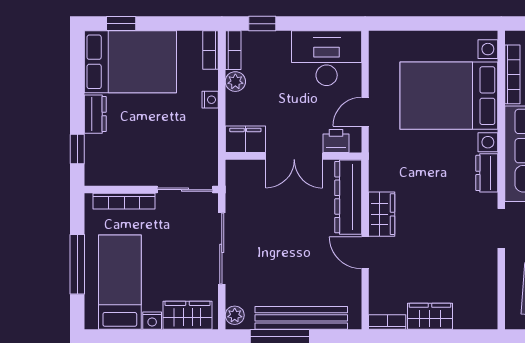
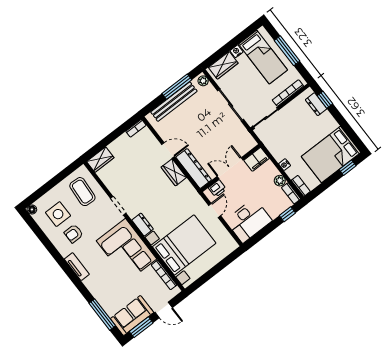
dresser: (95, 114) -> (316, 104), moved
wardrobe: (430, 316) -> (100, 160), moved

